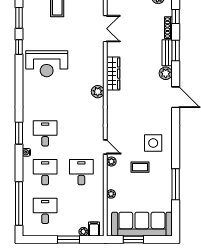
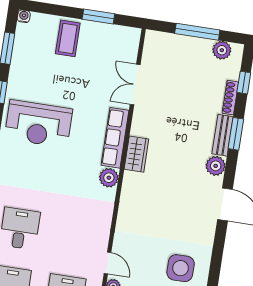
double door: (105, 29) -> (135, 85), swing flipped
row of seats: (98, 65) -> (115, 138), added
wardrobe: (113, 74) -> (136, 154), width x0.67

